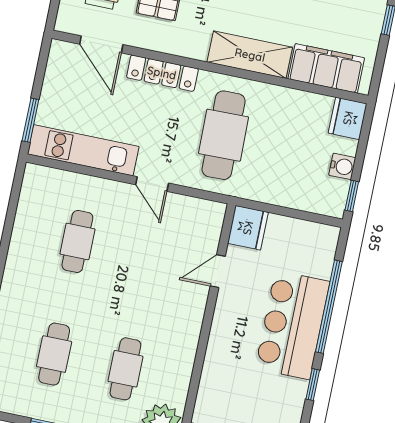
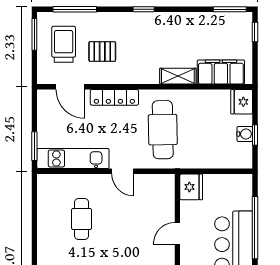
shelving: (250, 55) -> (178, 76), width x0.67, depth x0.75
window: (352, 196) -> (255, 135), moved
door: (218, 271) -> (177, 233), moved

